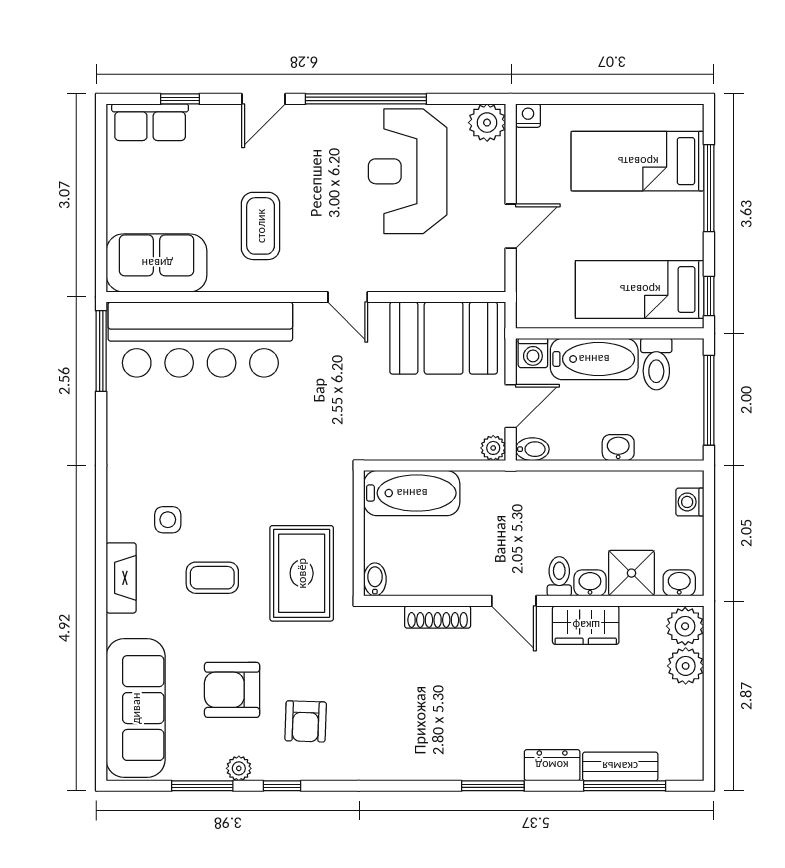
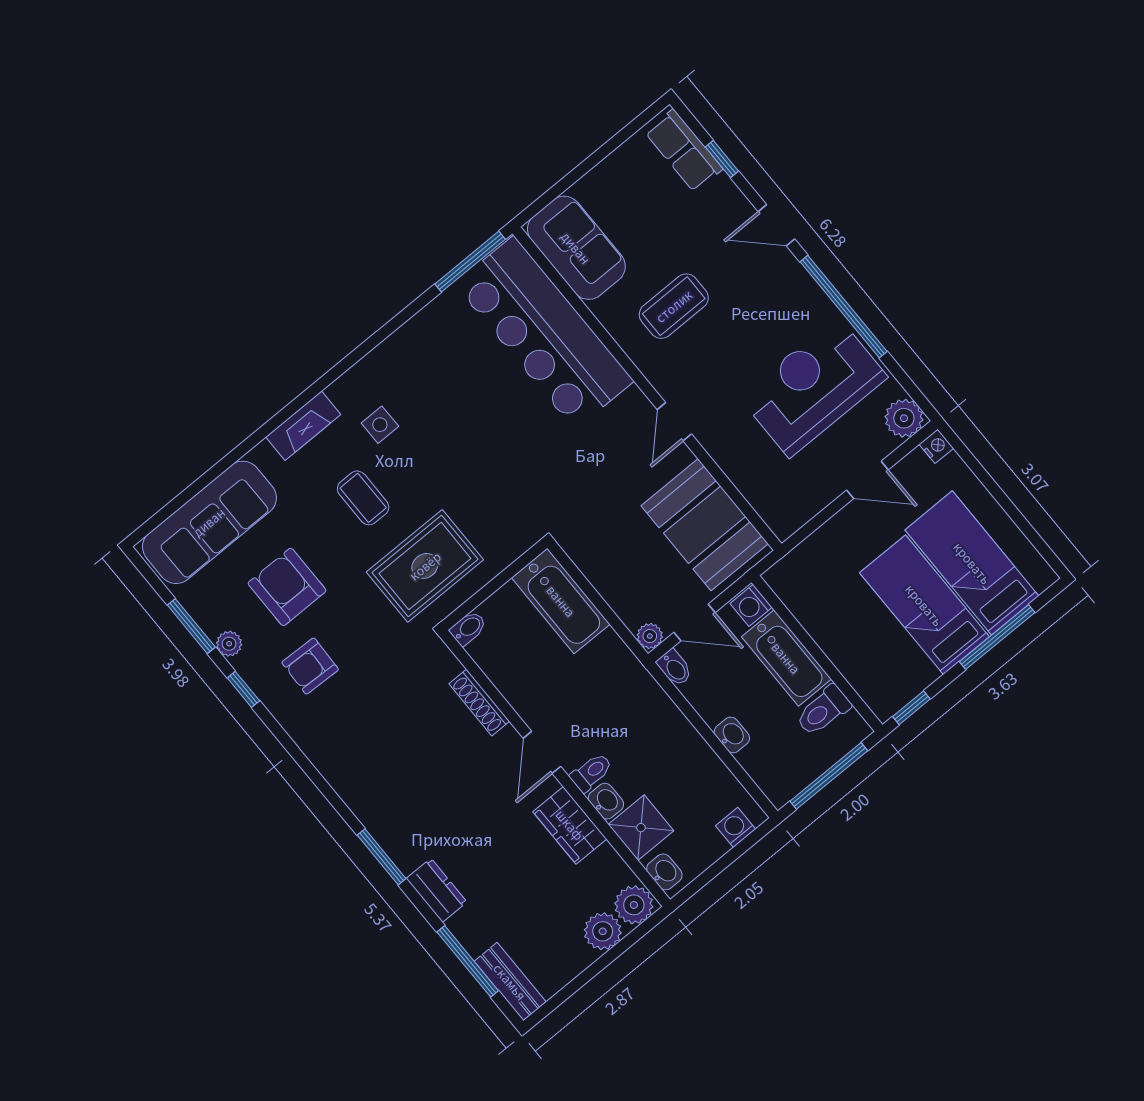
door: (511, 226) -> (867, 480), moved
bed: (640, 289) -> (924, 605), moved
bench: (620, 766) -> (510, 982), moved

